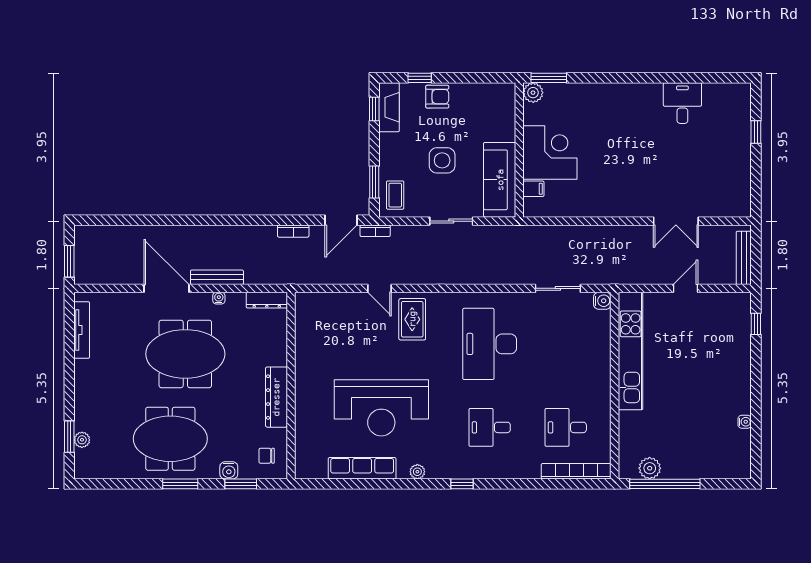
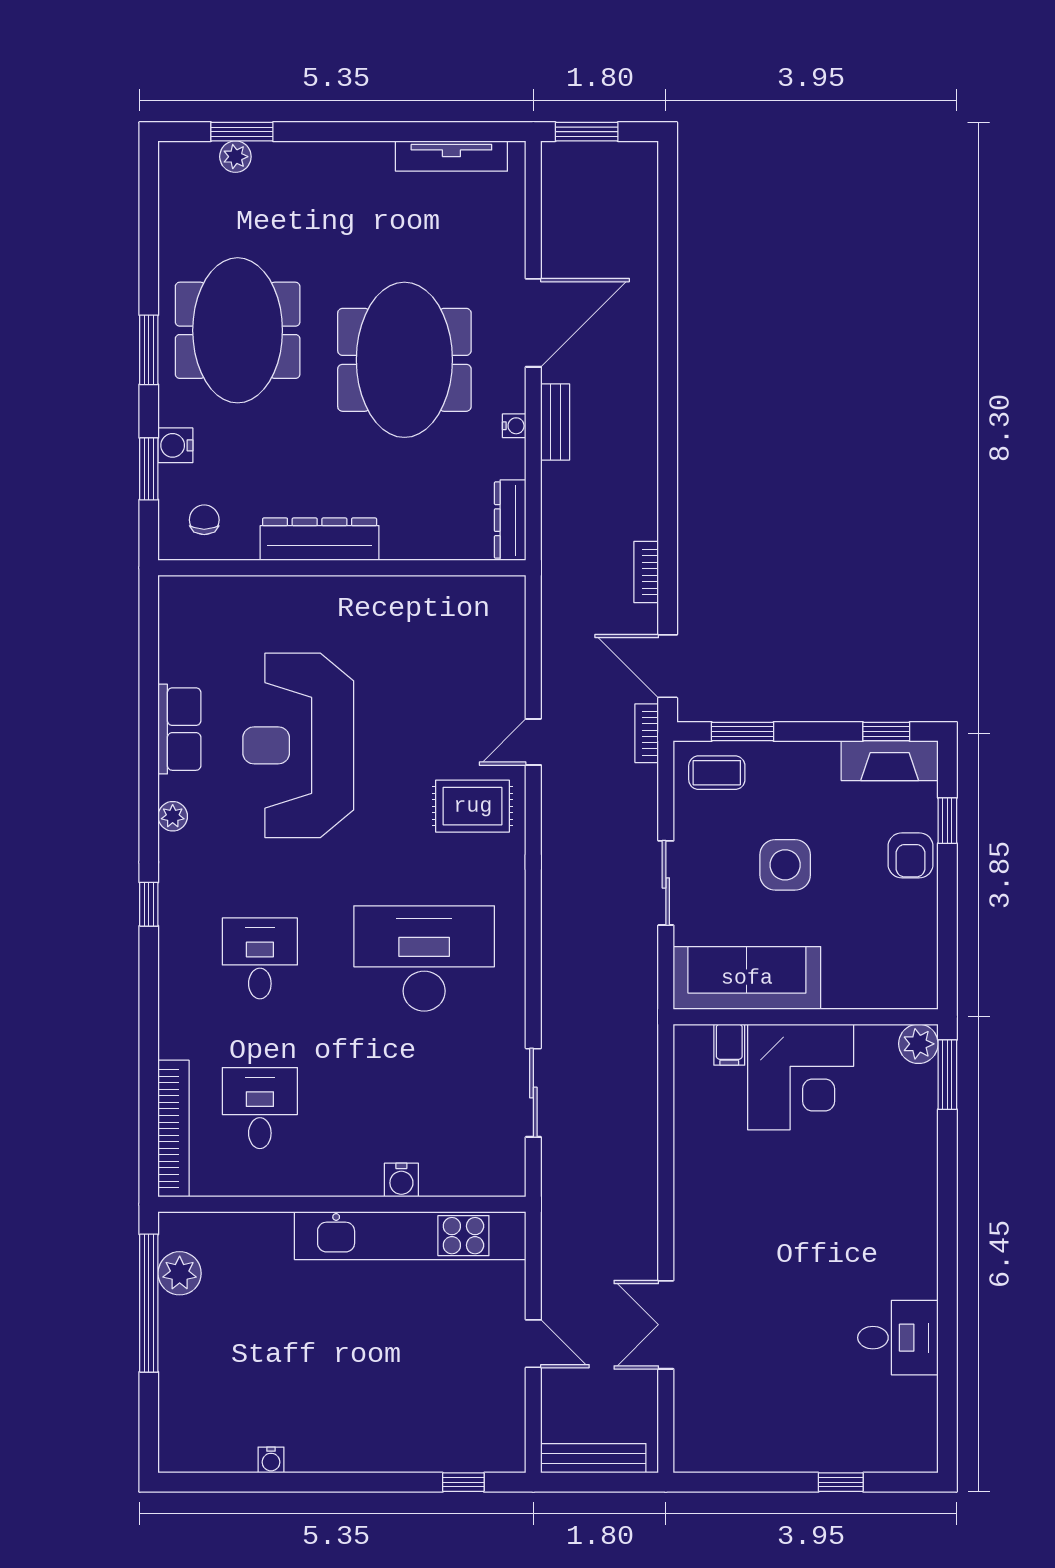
bench: (217, 277) -> (555, 422), width x0.73
water cooler: (602, 301) -> (401, 1180), moved
row of seats: (362, 468) -> (179, 729), width x0.68

